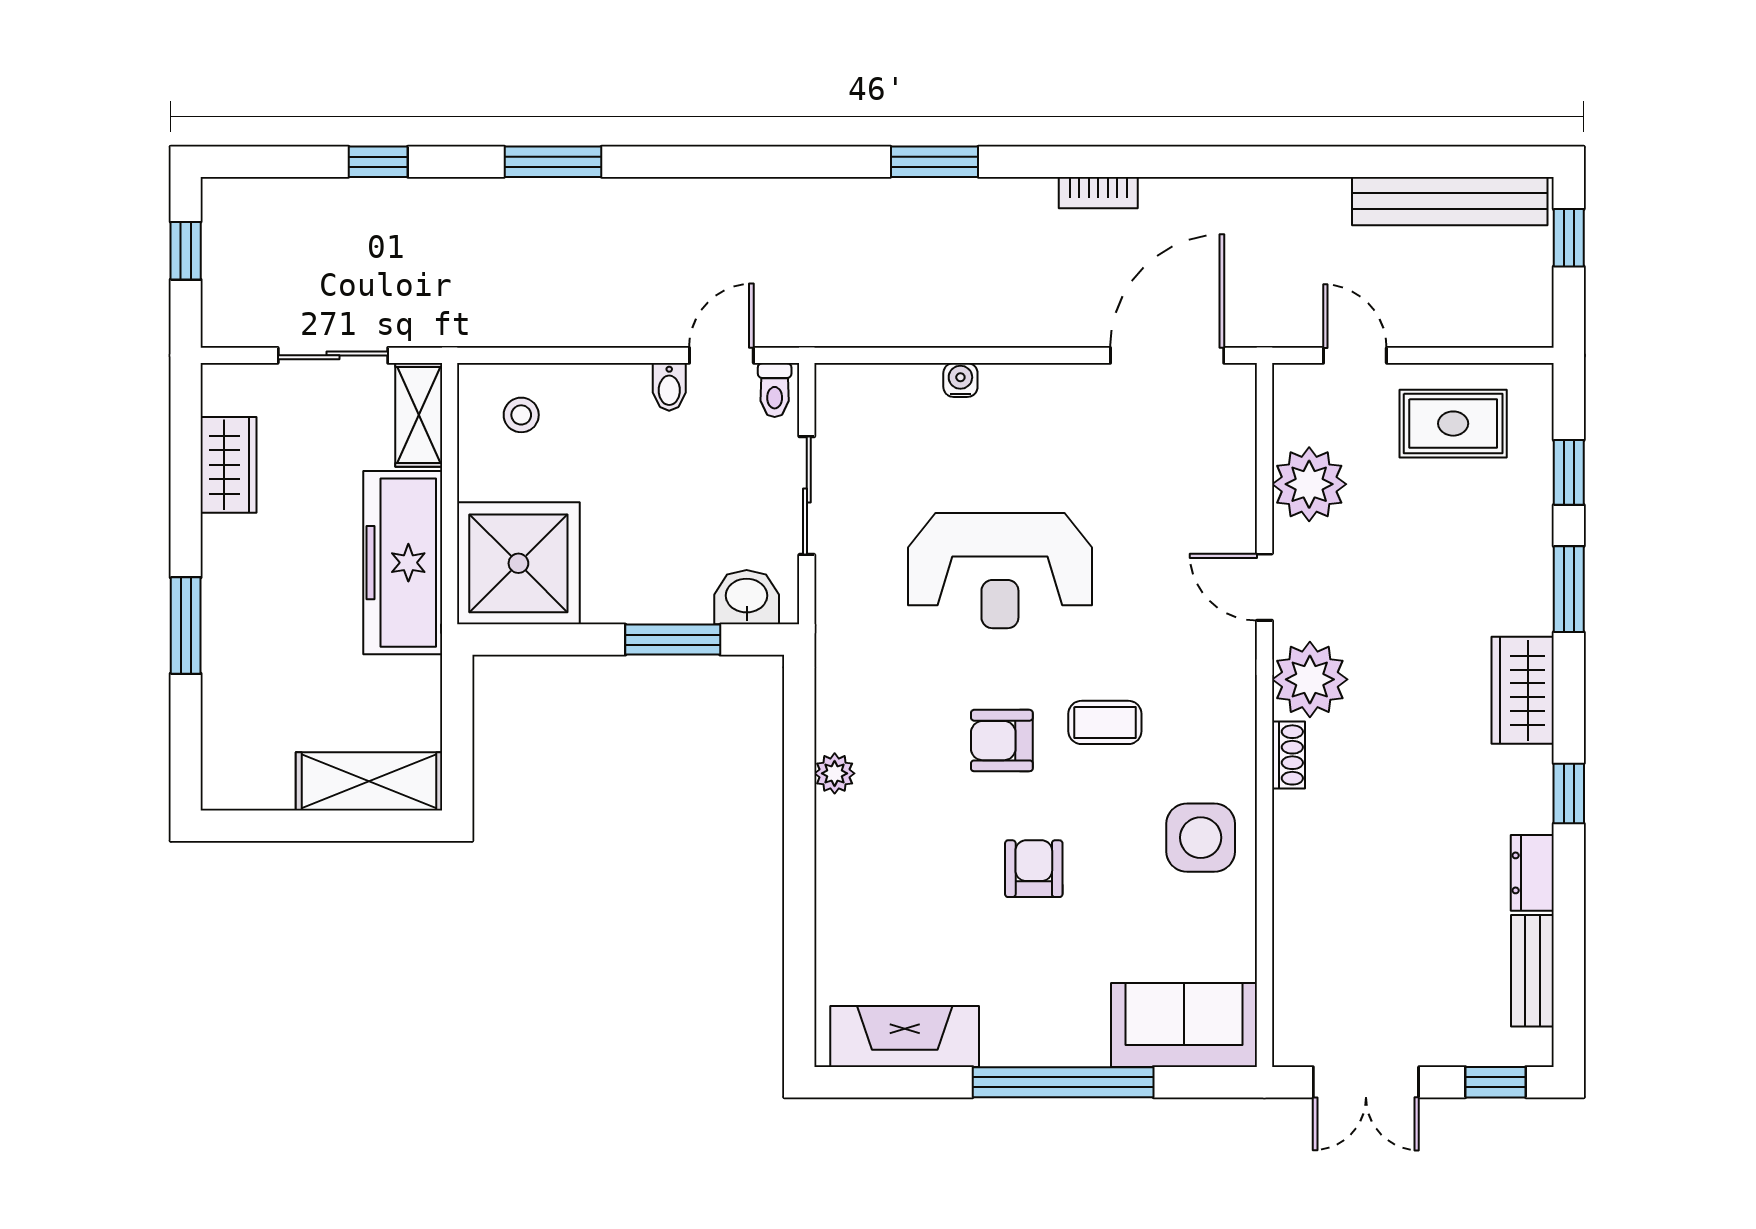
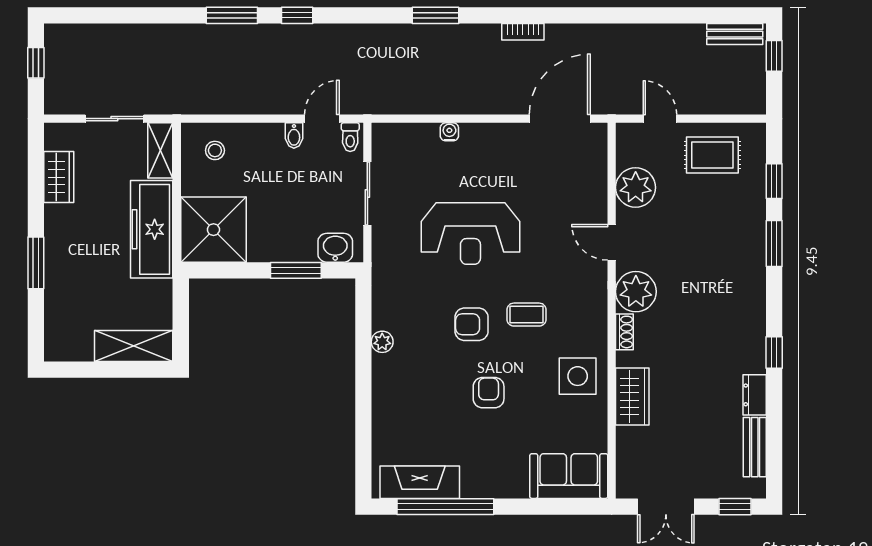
window: (378, 162) -> (297, 15), moved
bench: (1450, 201) -> (735, 34), width x0.54, depth x0.82
wardrobe: (1523, 690) -> (632, 397), moved, turned 180
window: (1063, 1082) -> (445, 507), moved

